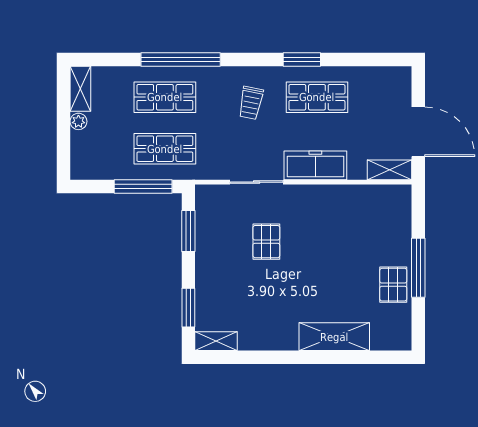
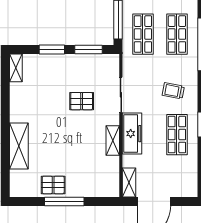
shelving: (326, 194) -> (113, 140), added
window: (188, 308) -> (52, 50), moved

